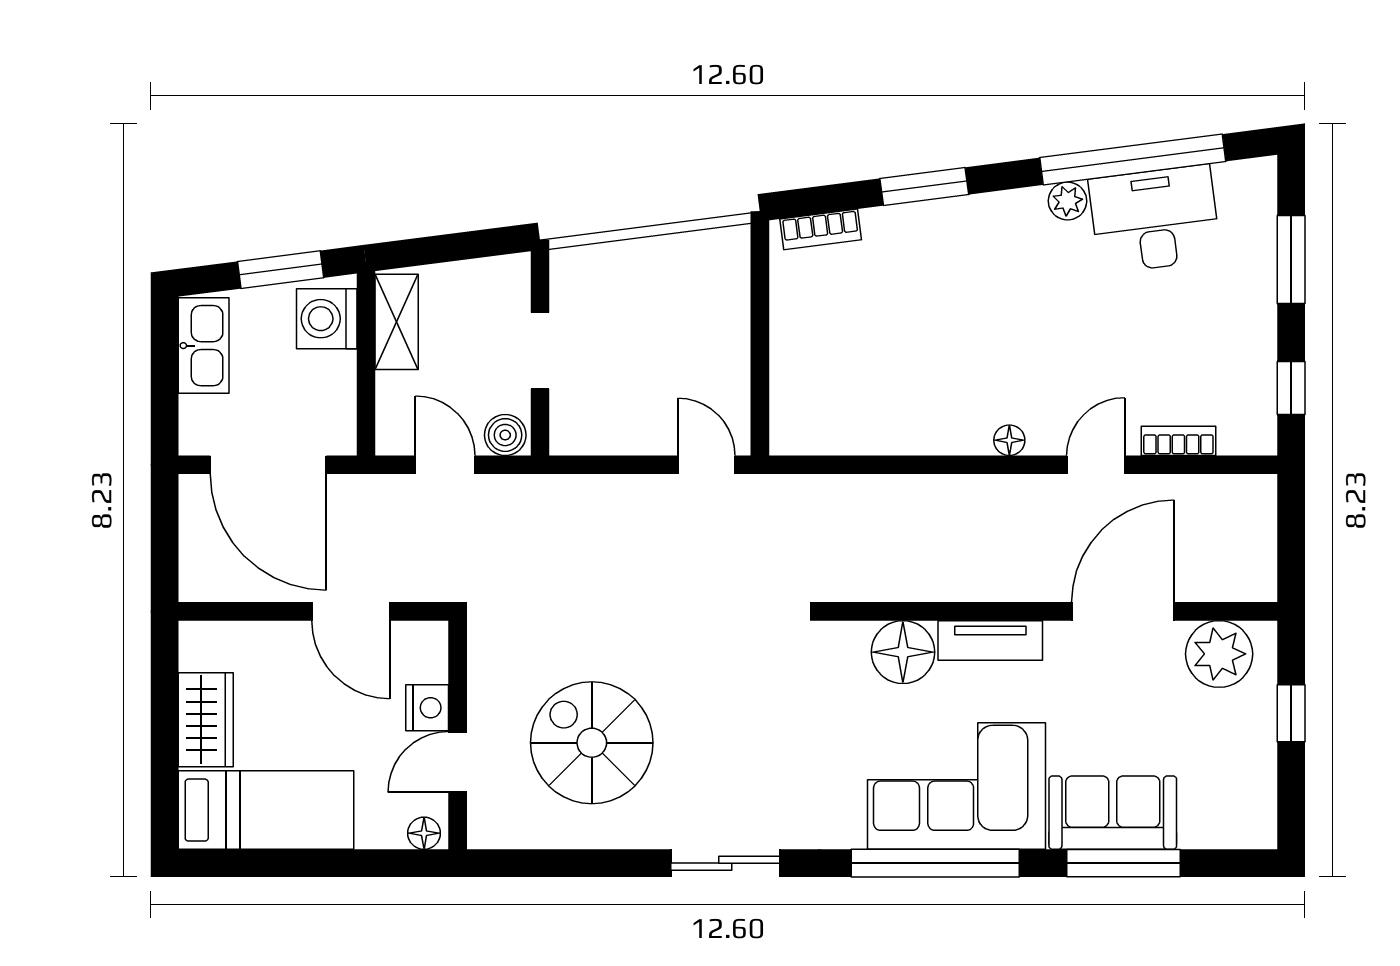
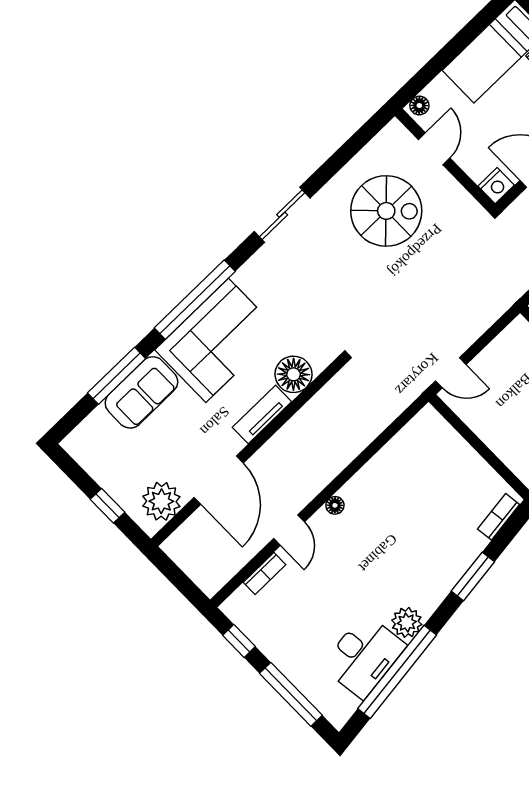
plant: (1068, 201) -> (407, 622), width x1.38, depth x1.38
window: (1291, 260) -> (291, 694), width x1.44
nightstand: (427, 708) -> (496, 186), moved, turned -90

